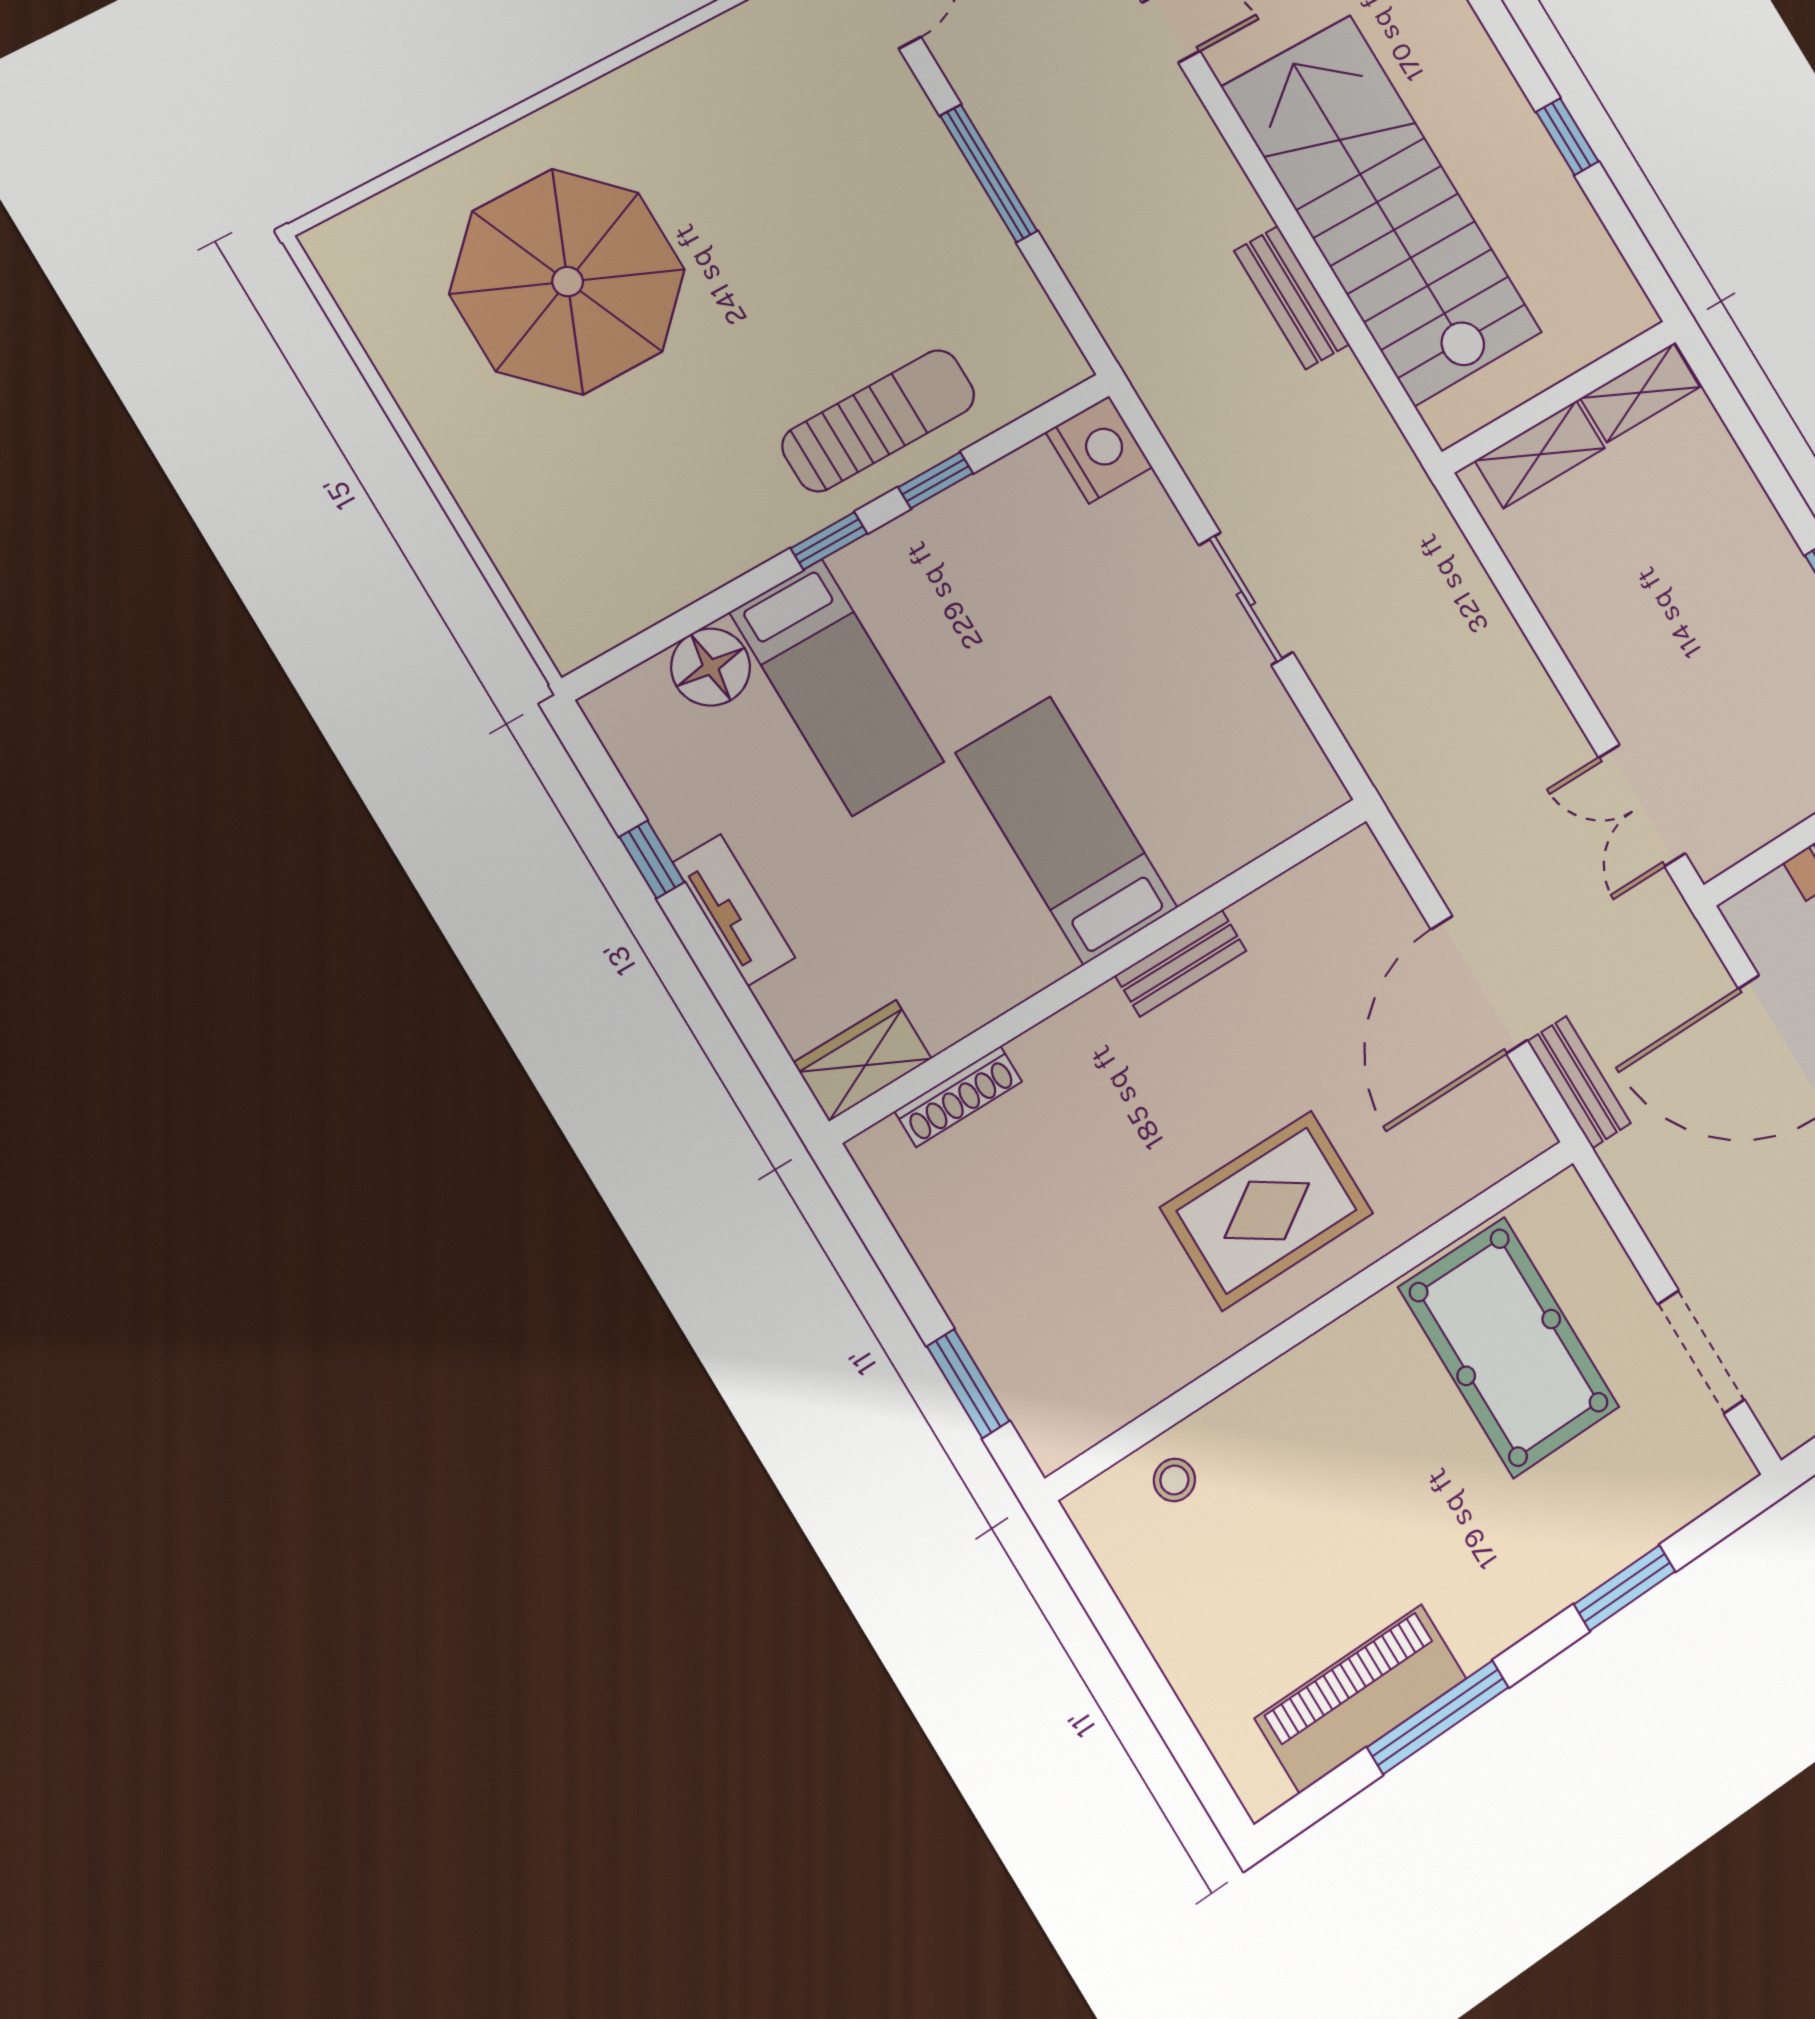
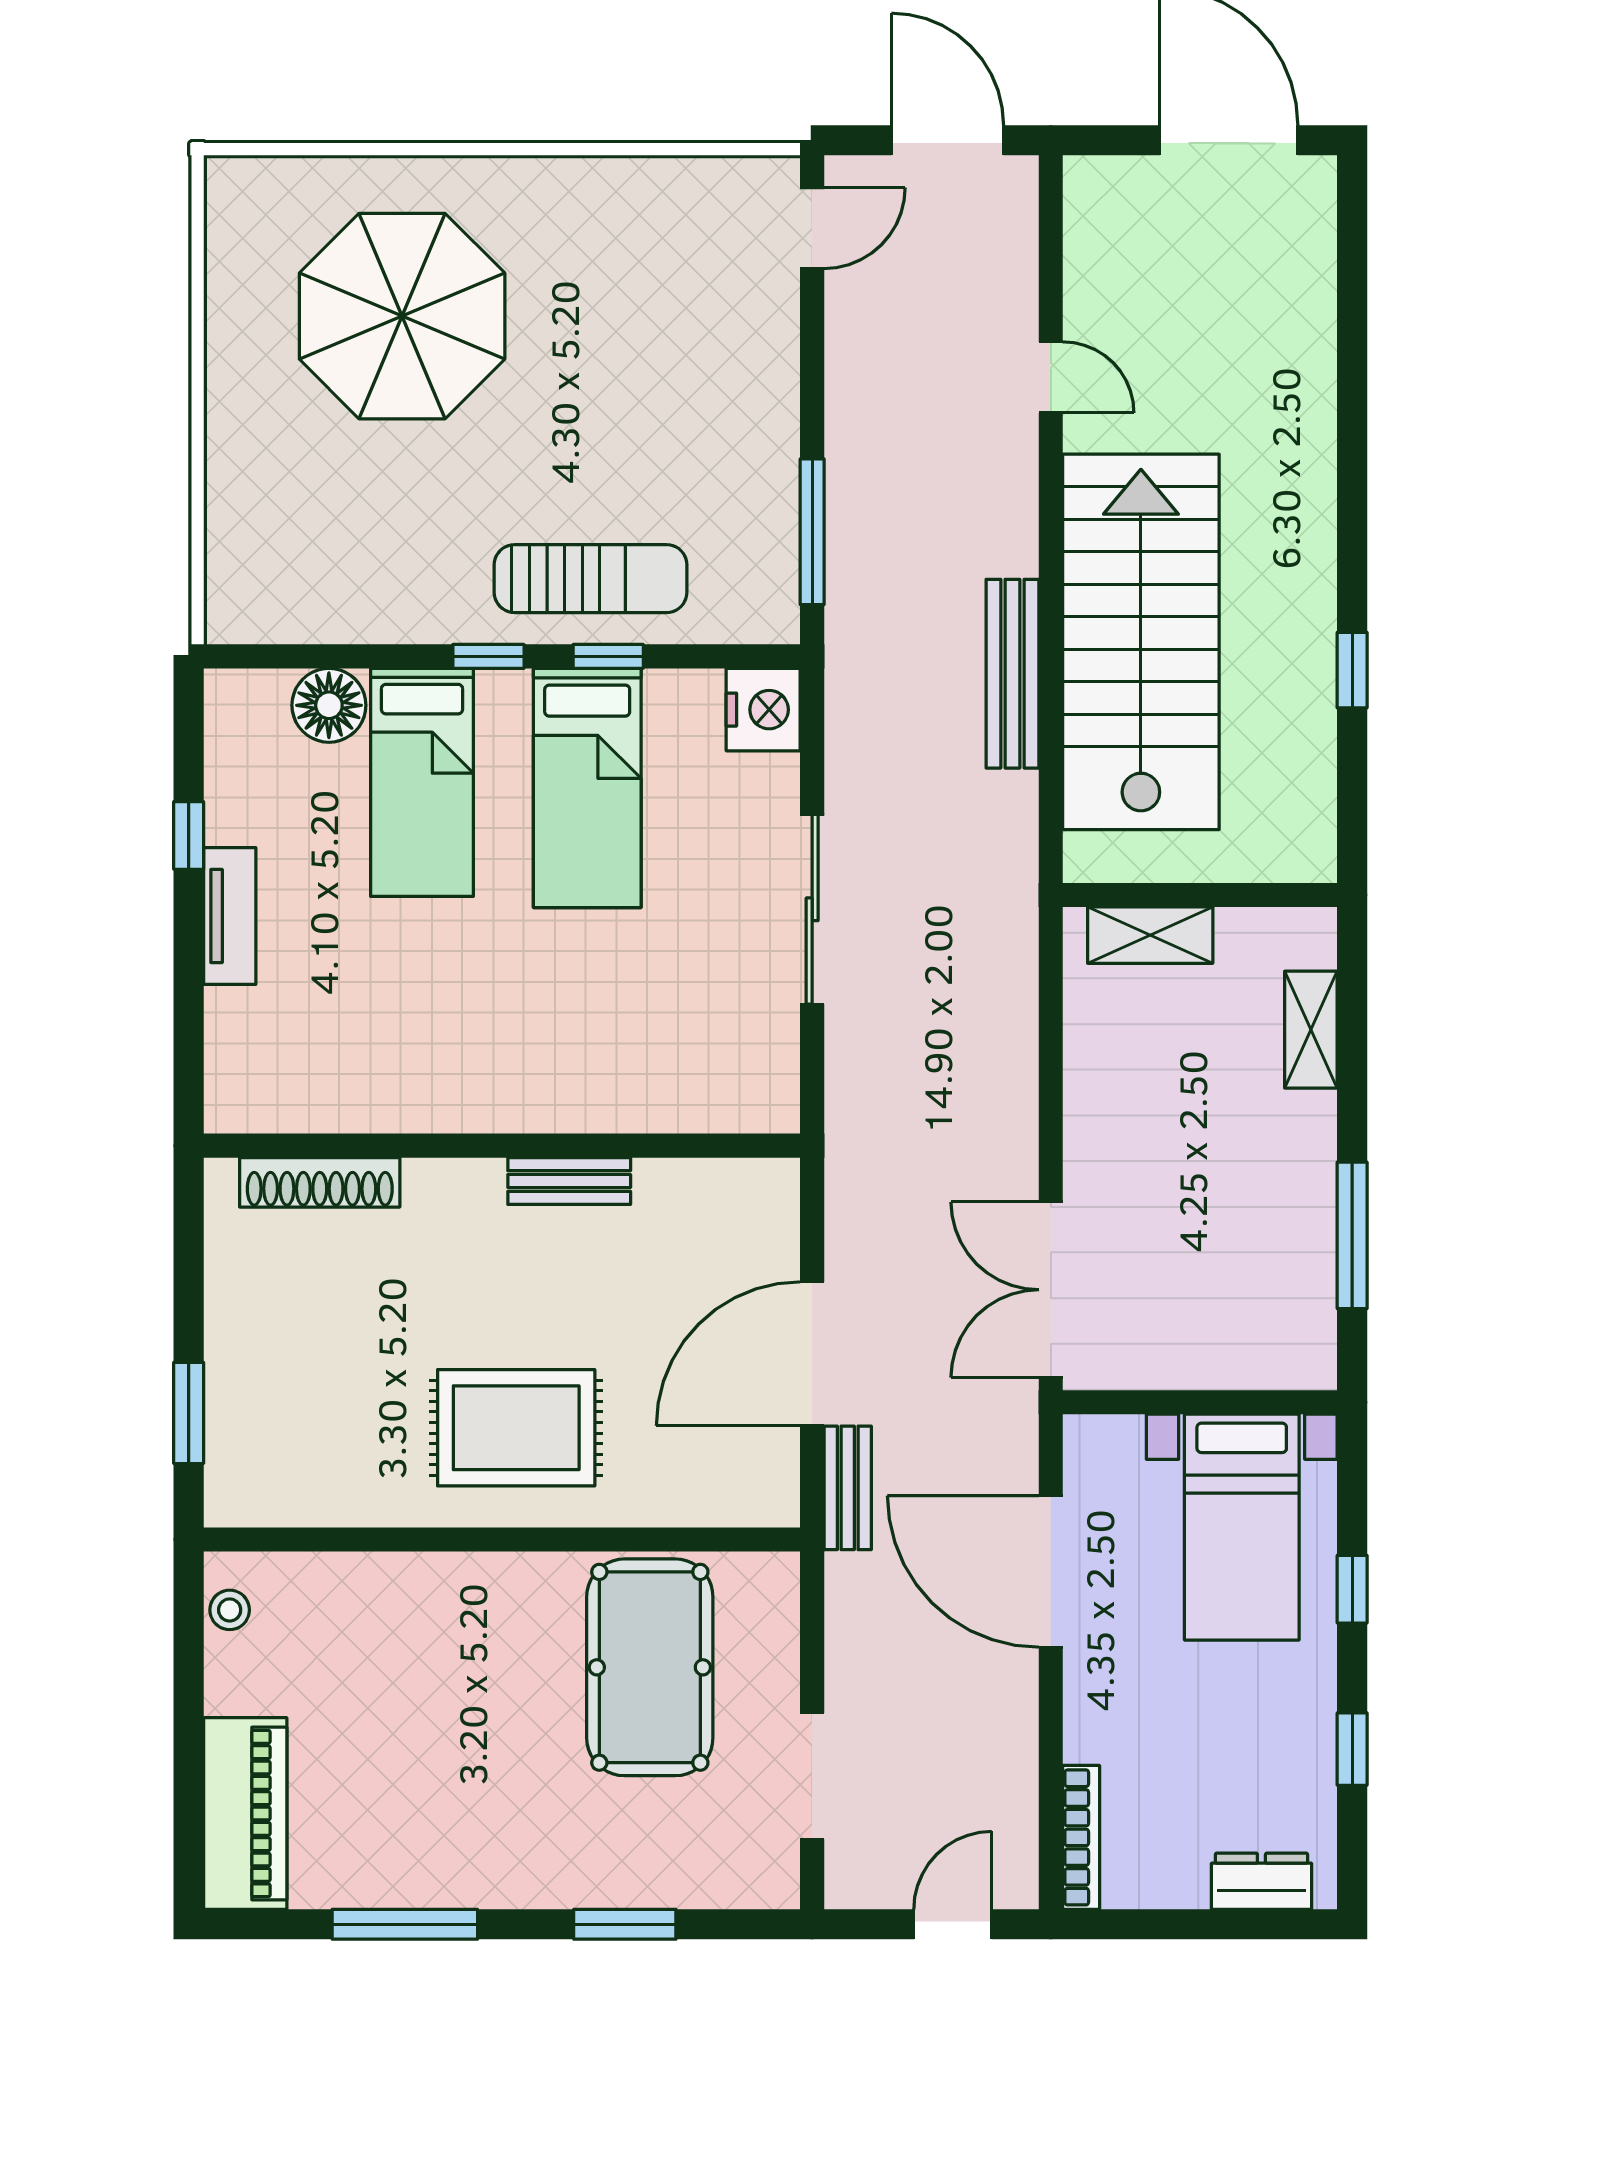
window: (989, 173) -> (812, 532), moved
bench: (1292, 298) -> (1012, 674), width x1.36
shelving: (1640, 393) -> (1311, 1030), moved, turned 90
sliding door: (1246, 599) -> (812, 909), width x1.37
double door: (1642, 806) -> (1051, 1290), width x1.37
bed: (1067, 831) -> (587, 788), moved, turned 180
wardrobe: (863, 1061) -> (260, 1101), removed
shoe rack: (958, 1096) -> (320, 1182), width x1.36, depth x1.24
stool: (1174, 1480) -> (230, 1610), moved
piano: (1361, 1698) -> (245, 1814), moved, turned 90

